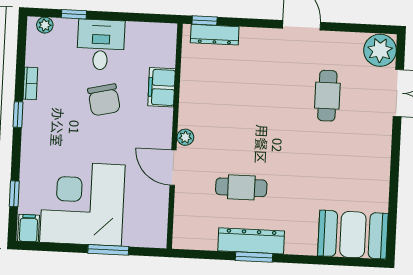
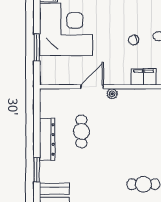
chair: (104, 100) -> (134, 40), width x0.54, depth x0.54
window: (254, 257) -> (37, 170), moved

